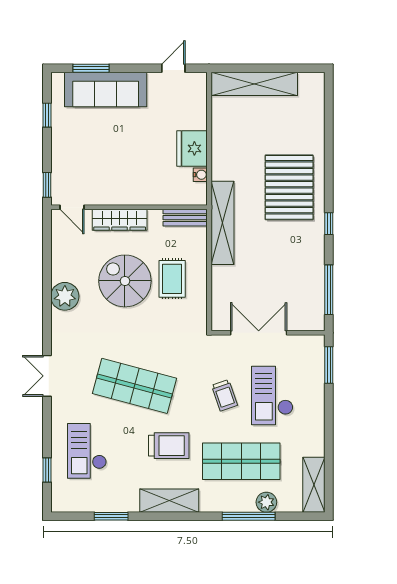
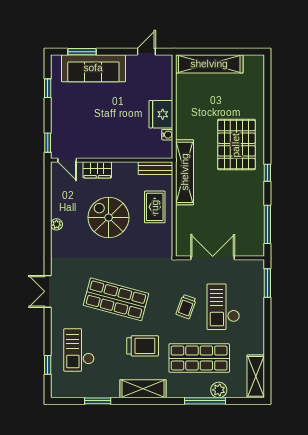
wardrobe: (120, 220) -> (97, 170), width x0.67
rug: (172, 279) -> (155, 207), moved
plant: (65, 296) -> (57, 224), width x0.53, depth x0.53
trolley: (224, 395) -> (186, 307), turned 39

